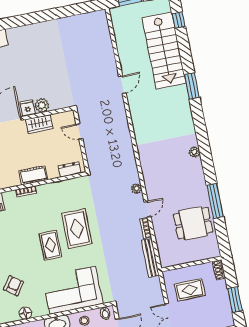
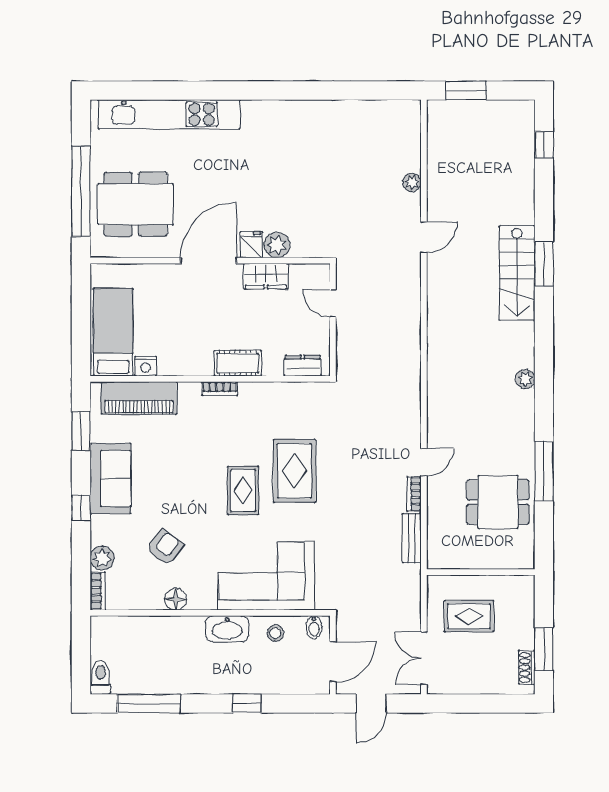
stairs: (164, 50) -> (517, 273), moved, width x0.73, depth x0.66
plant: (137, 189) -> (412, 182), moved
bench: (150, 258) -> (412, 538), width x0.73
shoe rack: (219, 270) -> (527, 667), moved

